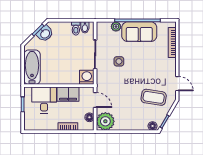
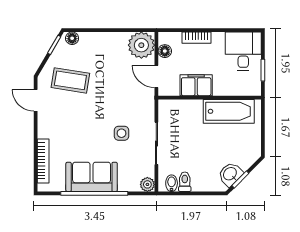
plant: (116, 27) -> (147, 184), moved
bathtub: (32, 67) -> (229, 111), moved, turned -90
washing machine: (87, 77) -> (169, 110), removed
desk: (44, 100) -> (243, 51), moved, turned 180

